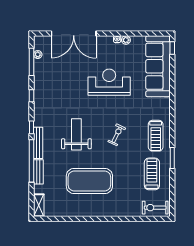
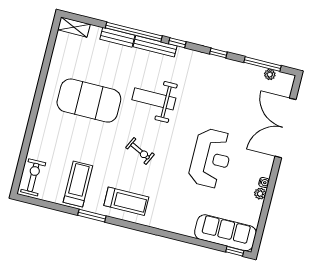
sofa: (158, 66) -> (225, 233), width x0.74, depth x0.79
weight bench: (76, 134) -> (154, 99), turned 180
treadmill: (156, 136) -> (126, 201), turned 180
treadmill: (152, 174) -> (78, 184), turned -90
exercise mat: (89, 181) -> (89, 101), turned 90

